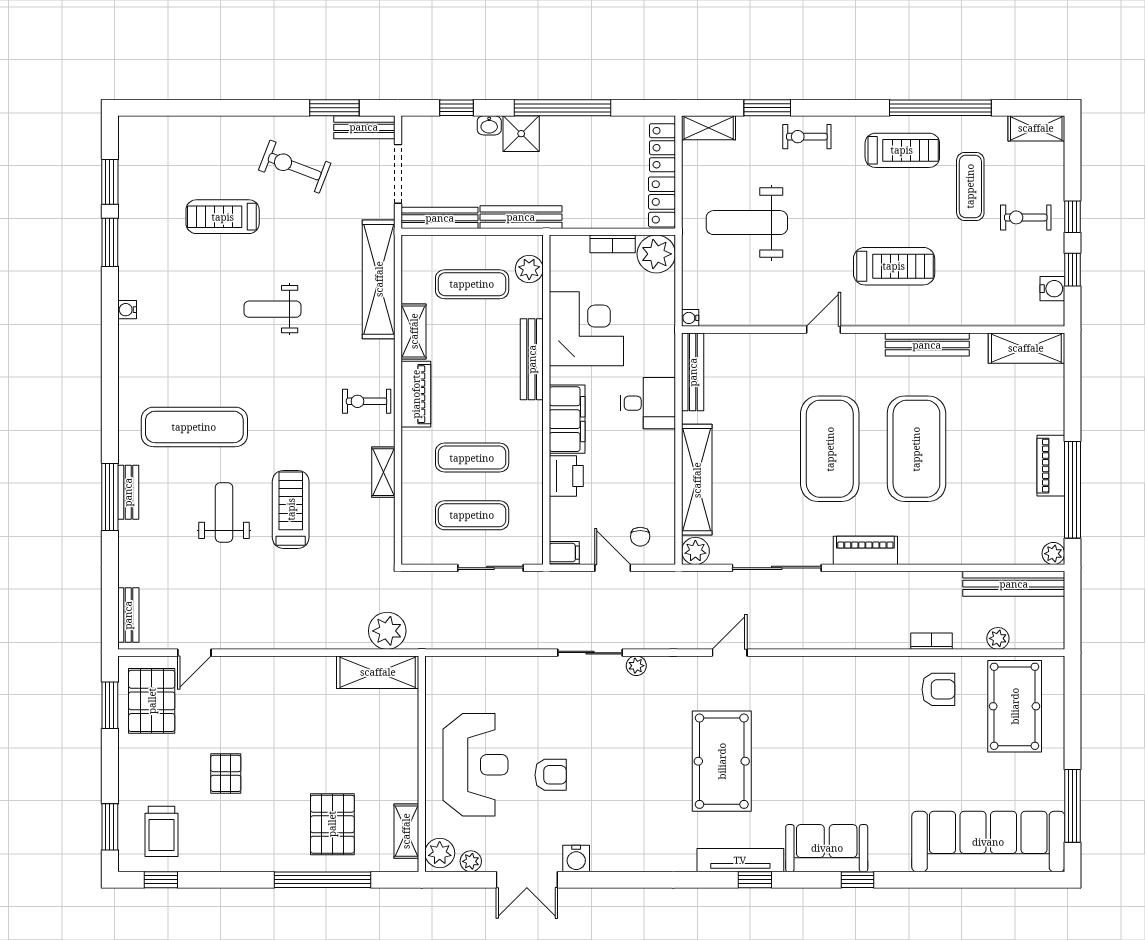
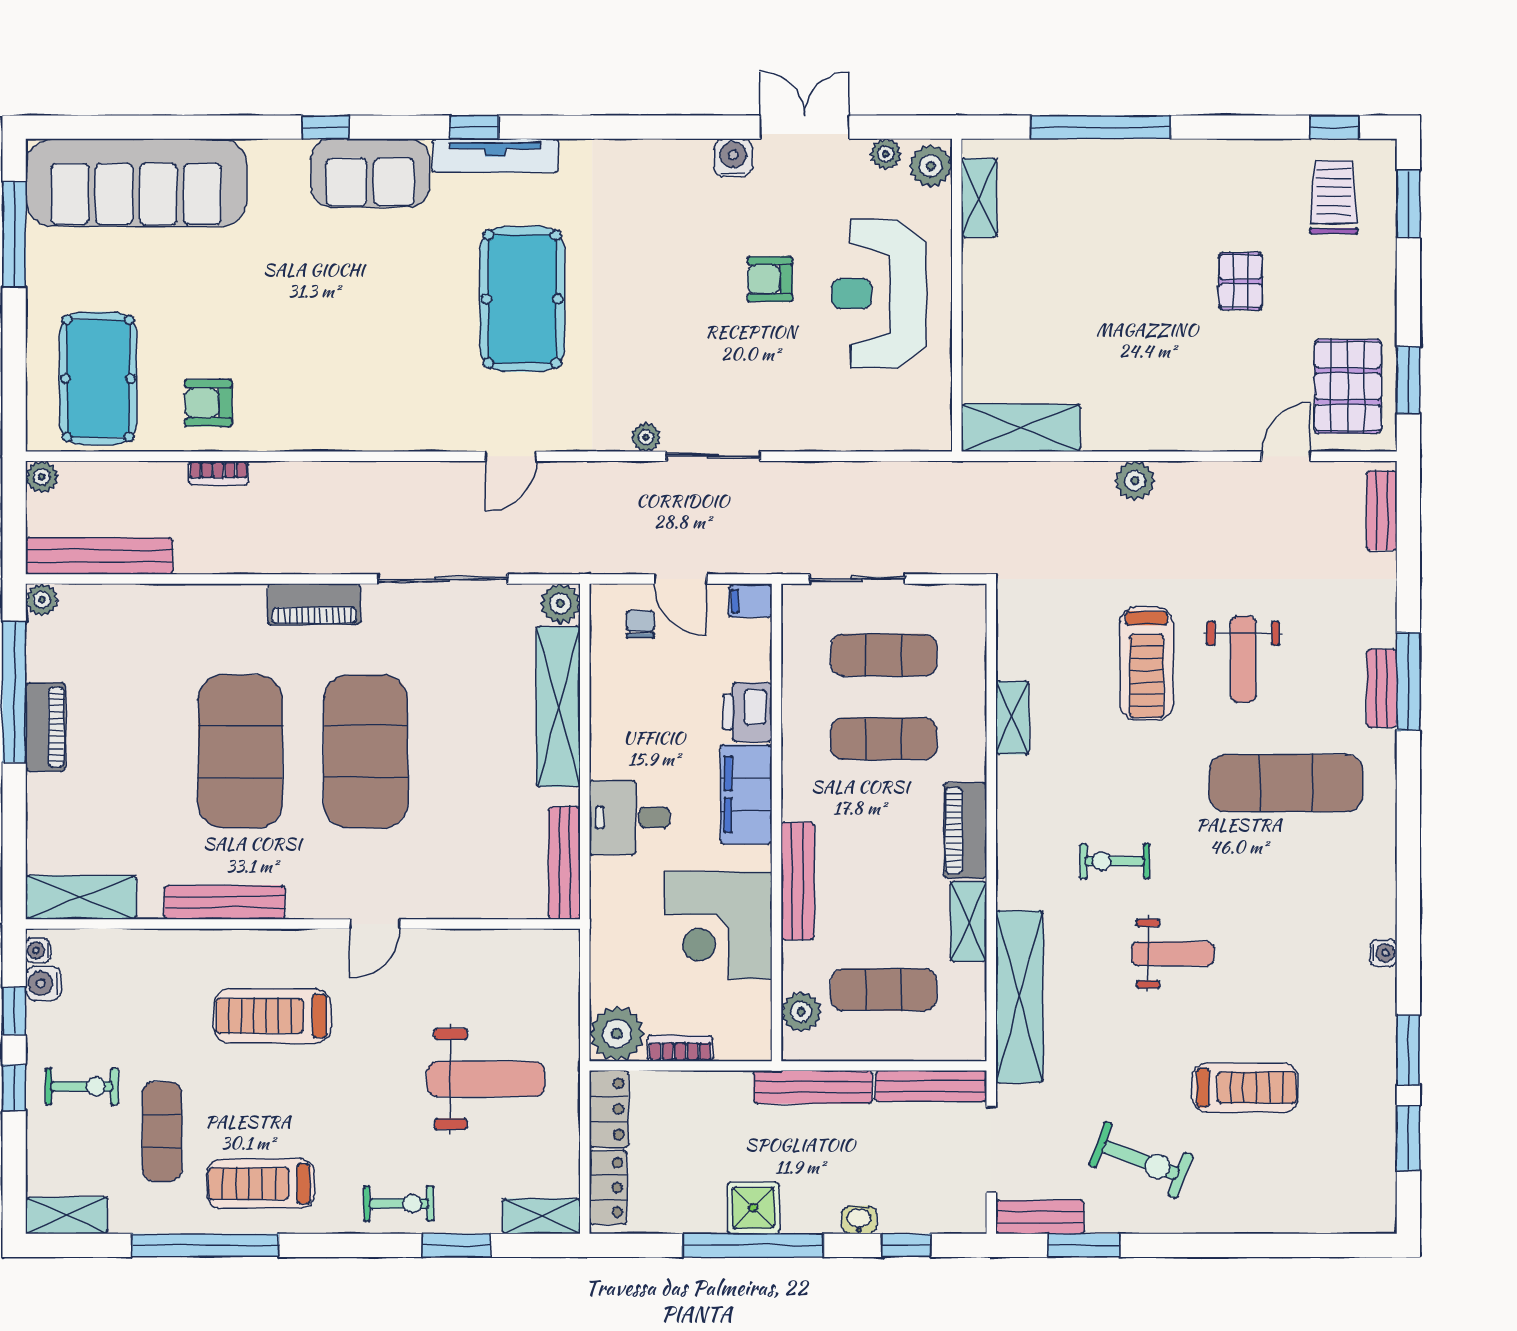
shower: (521, 134) -> (753, 1208), moved
water cooler: (690, 318) -> (38, 950), moved, turned 180
exercise bike: (367, 401) -> (1115, 861), moved, turned 180
plant: (387, 631) -> (1135, 481), moved, width x0.73, depth x0.73
plant: (998, 638) -> (42, 477), moved
pallet: (332, 824) -> (1086, 208), removed

